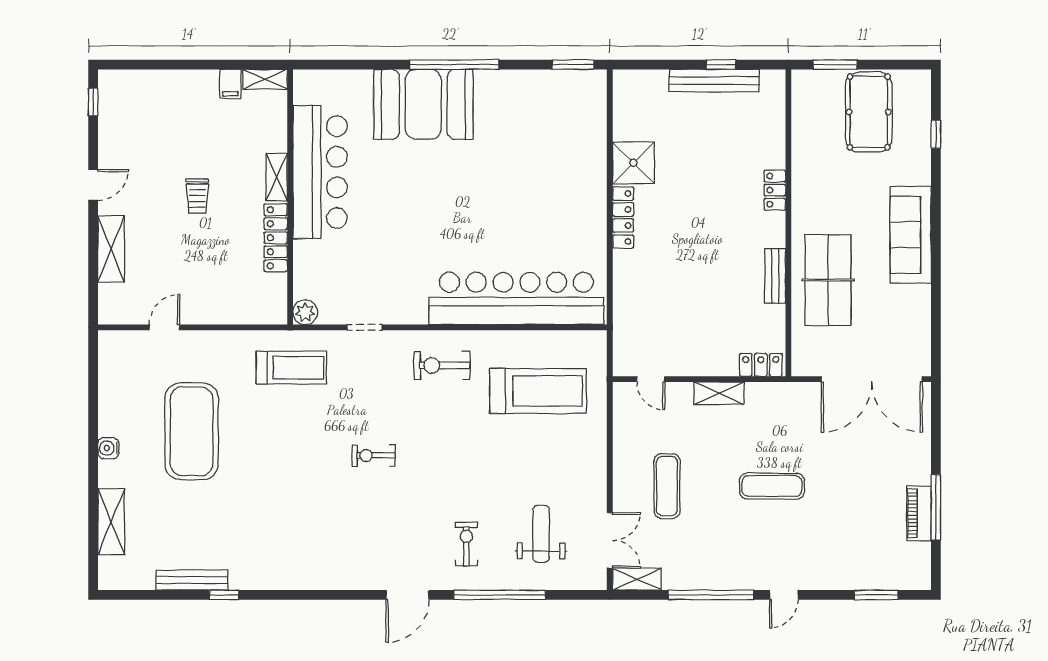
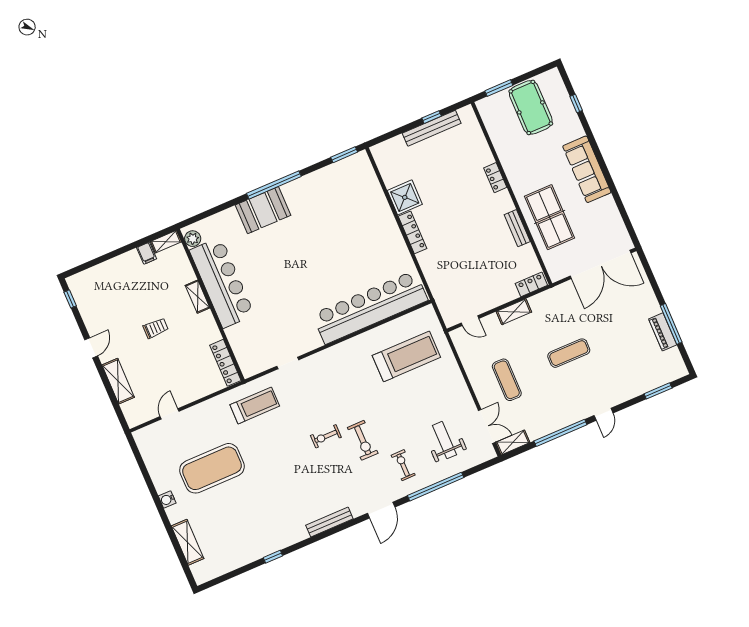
booth: (423, 104) -> (263, 210), width x0.73, depth x0.70
trolley: (197, 196) -> (156, 328), turned -90
locker: (276, 238) -> (225, 363), moved
plant: (305, 312) -> (193, 239), moved
exercise bike: (442, 365) -> (363, 440), moved, turned -90
exercise mat: (192, 431) -> (212, 468), turned 90
bench: (192, 580) -> (329, 522), moved

